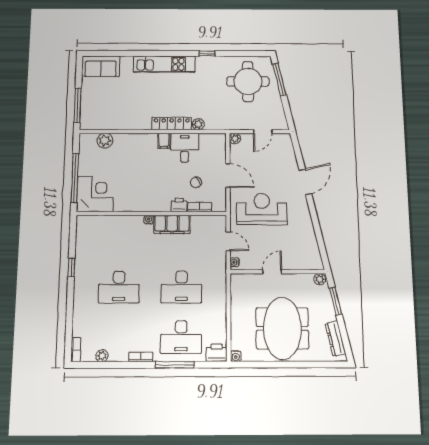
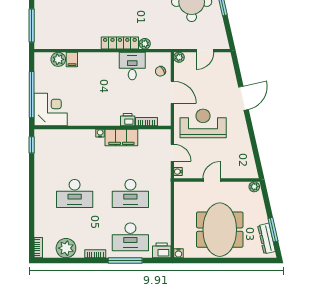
filing cabinet: (164, 141) -> (72, 59), moved
chair: (196, 182) -> (160, 71), moved
window: (71, 267) -> (32, 145), moved
window: (336, 301) -> (273, 230), moved
plant: (102, 356) -> (66, 248), width x1.88, depth x1.88

